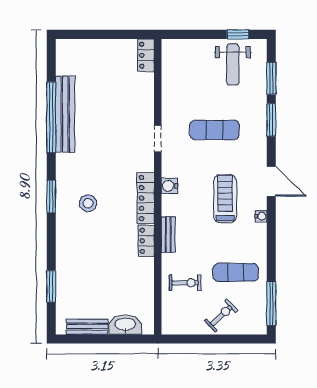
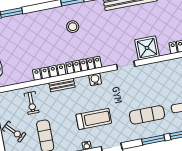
shower: (139, 103) -> (147, 48), added
exercise mat: (214, 130) -> (147, 115), moved, turned 90
locker: (146, 241) -> (49, 72), width x1.53

